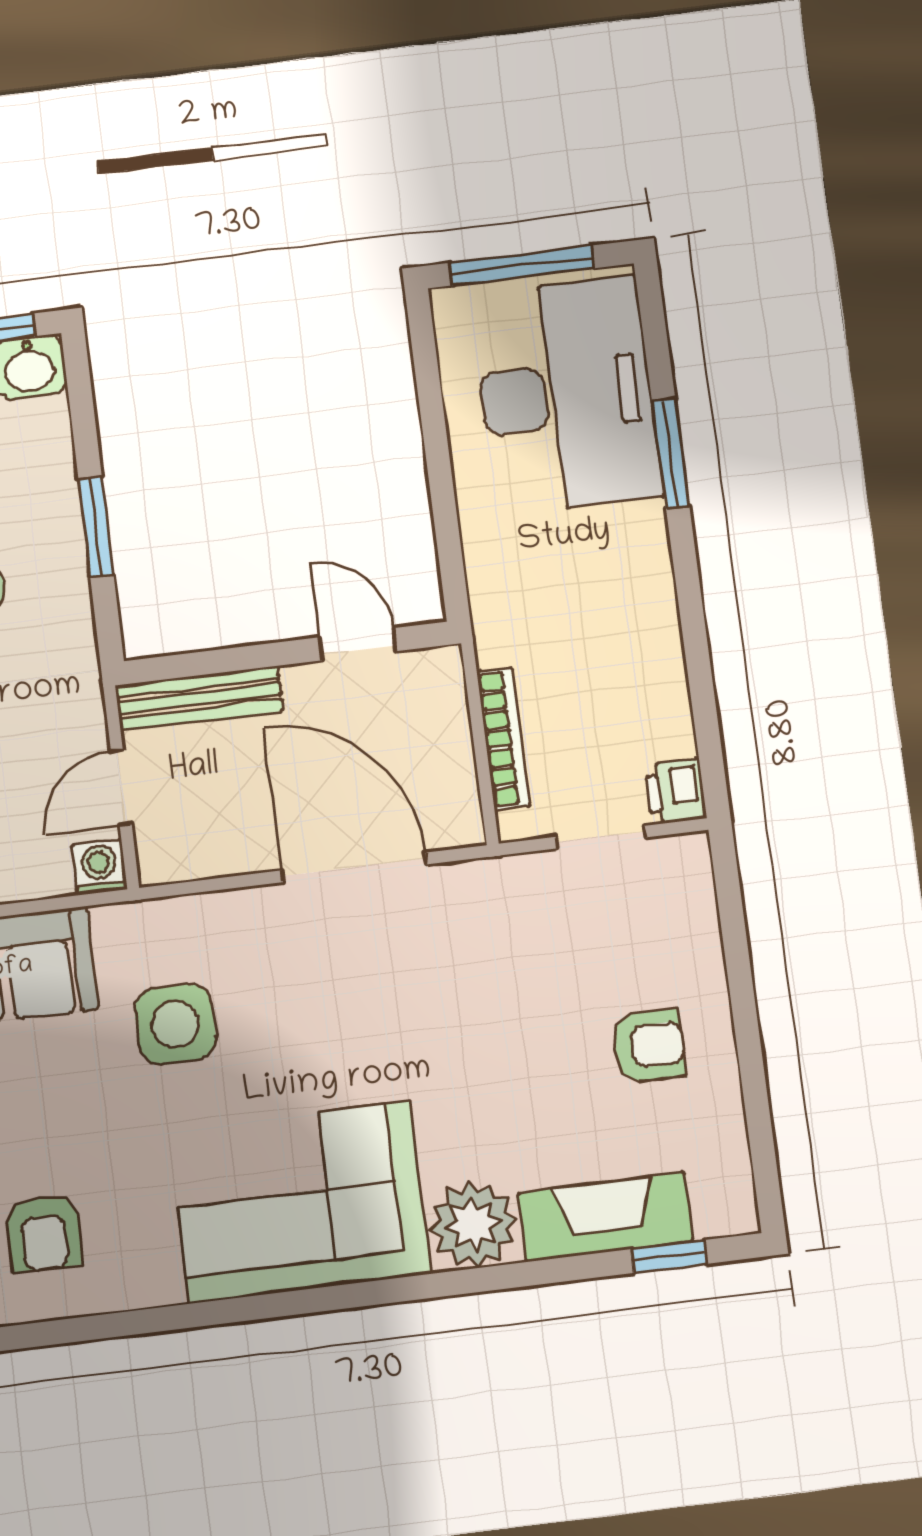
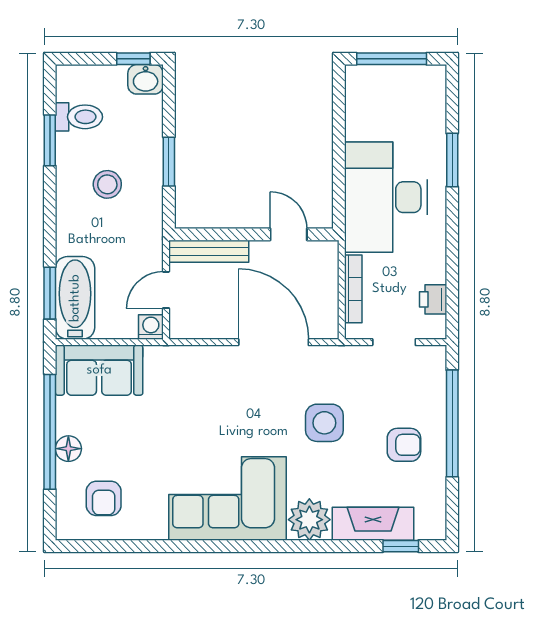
desk: (566, 395) -> (386, 197), moved, turned 180
printer: (676, 791) -> (433, 299), moved
window: (741, 989) -> (452, 423), added
side table: (175, 1024) -> (324, 423), moved

